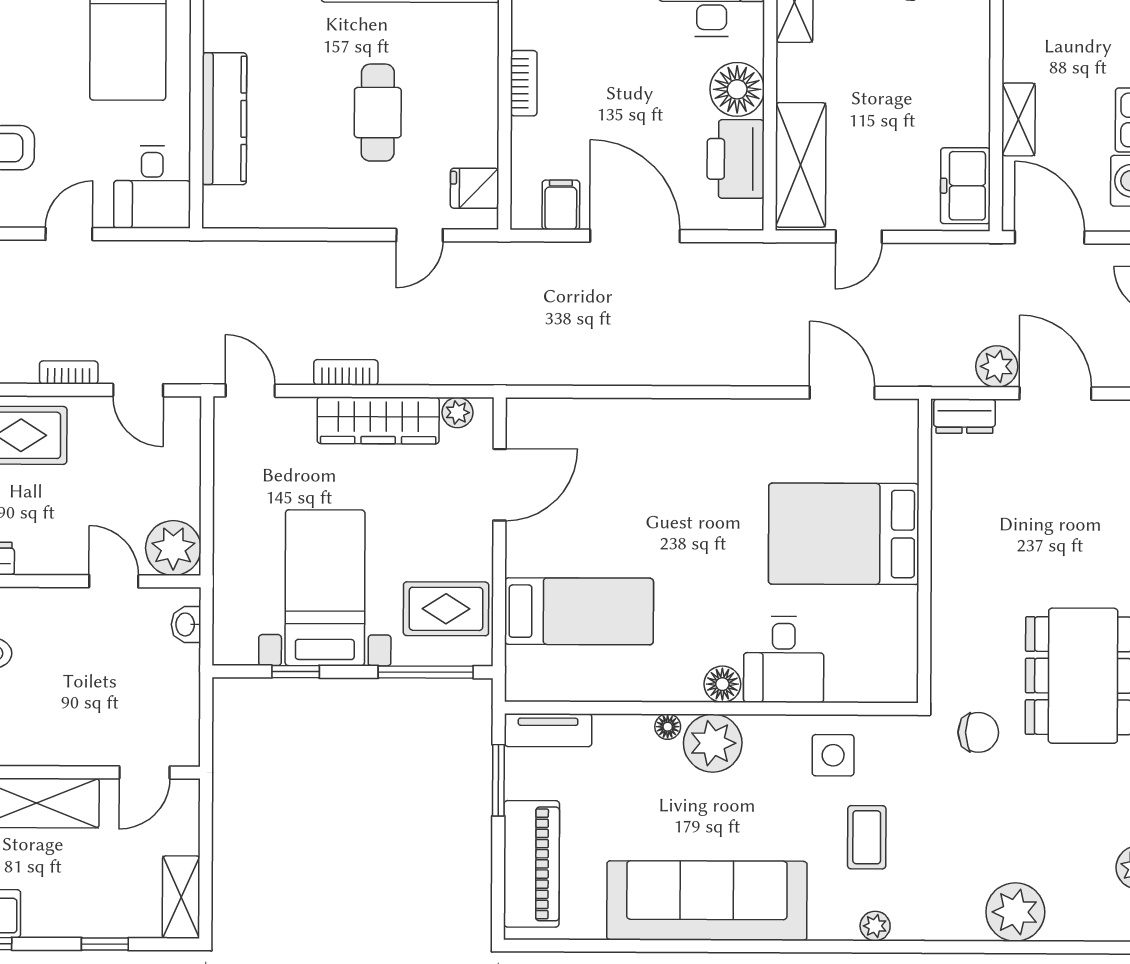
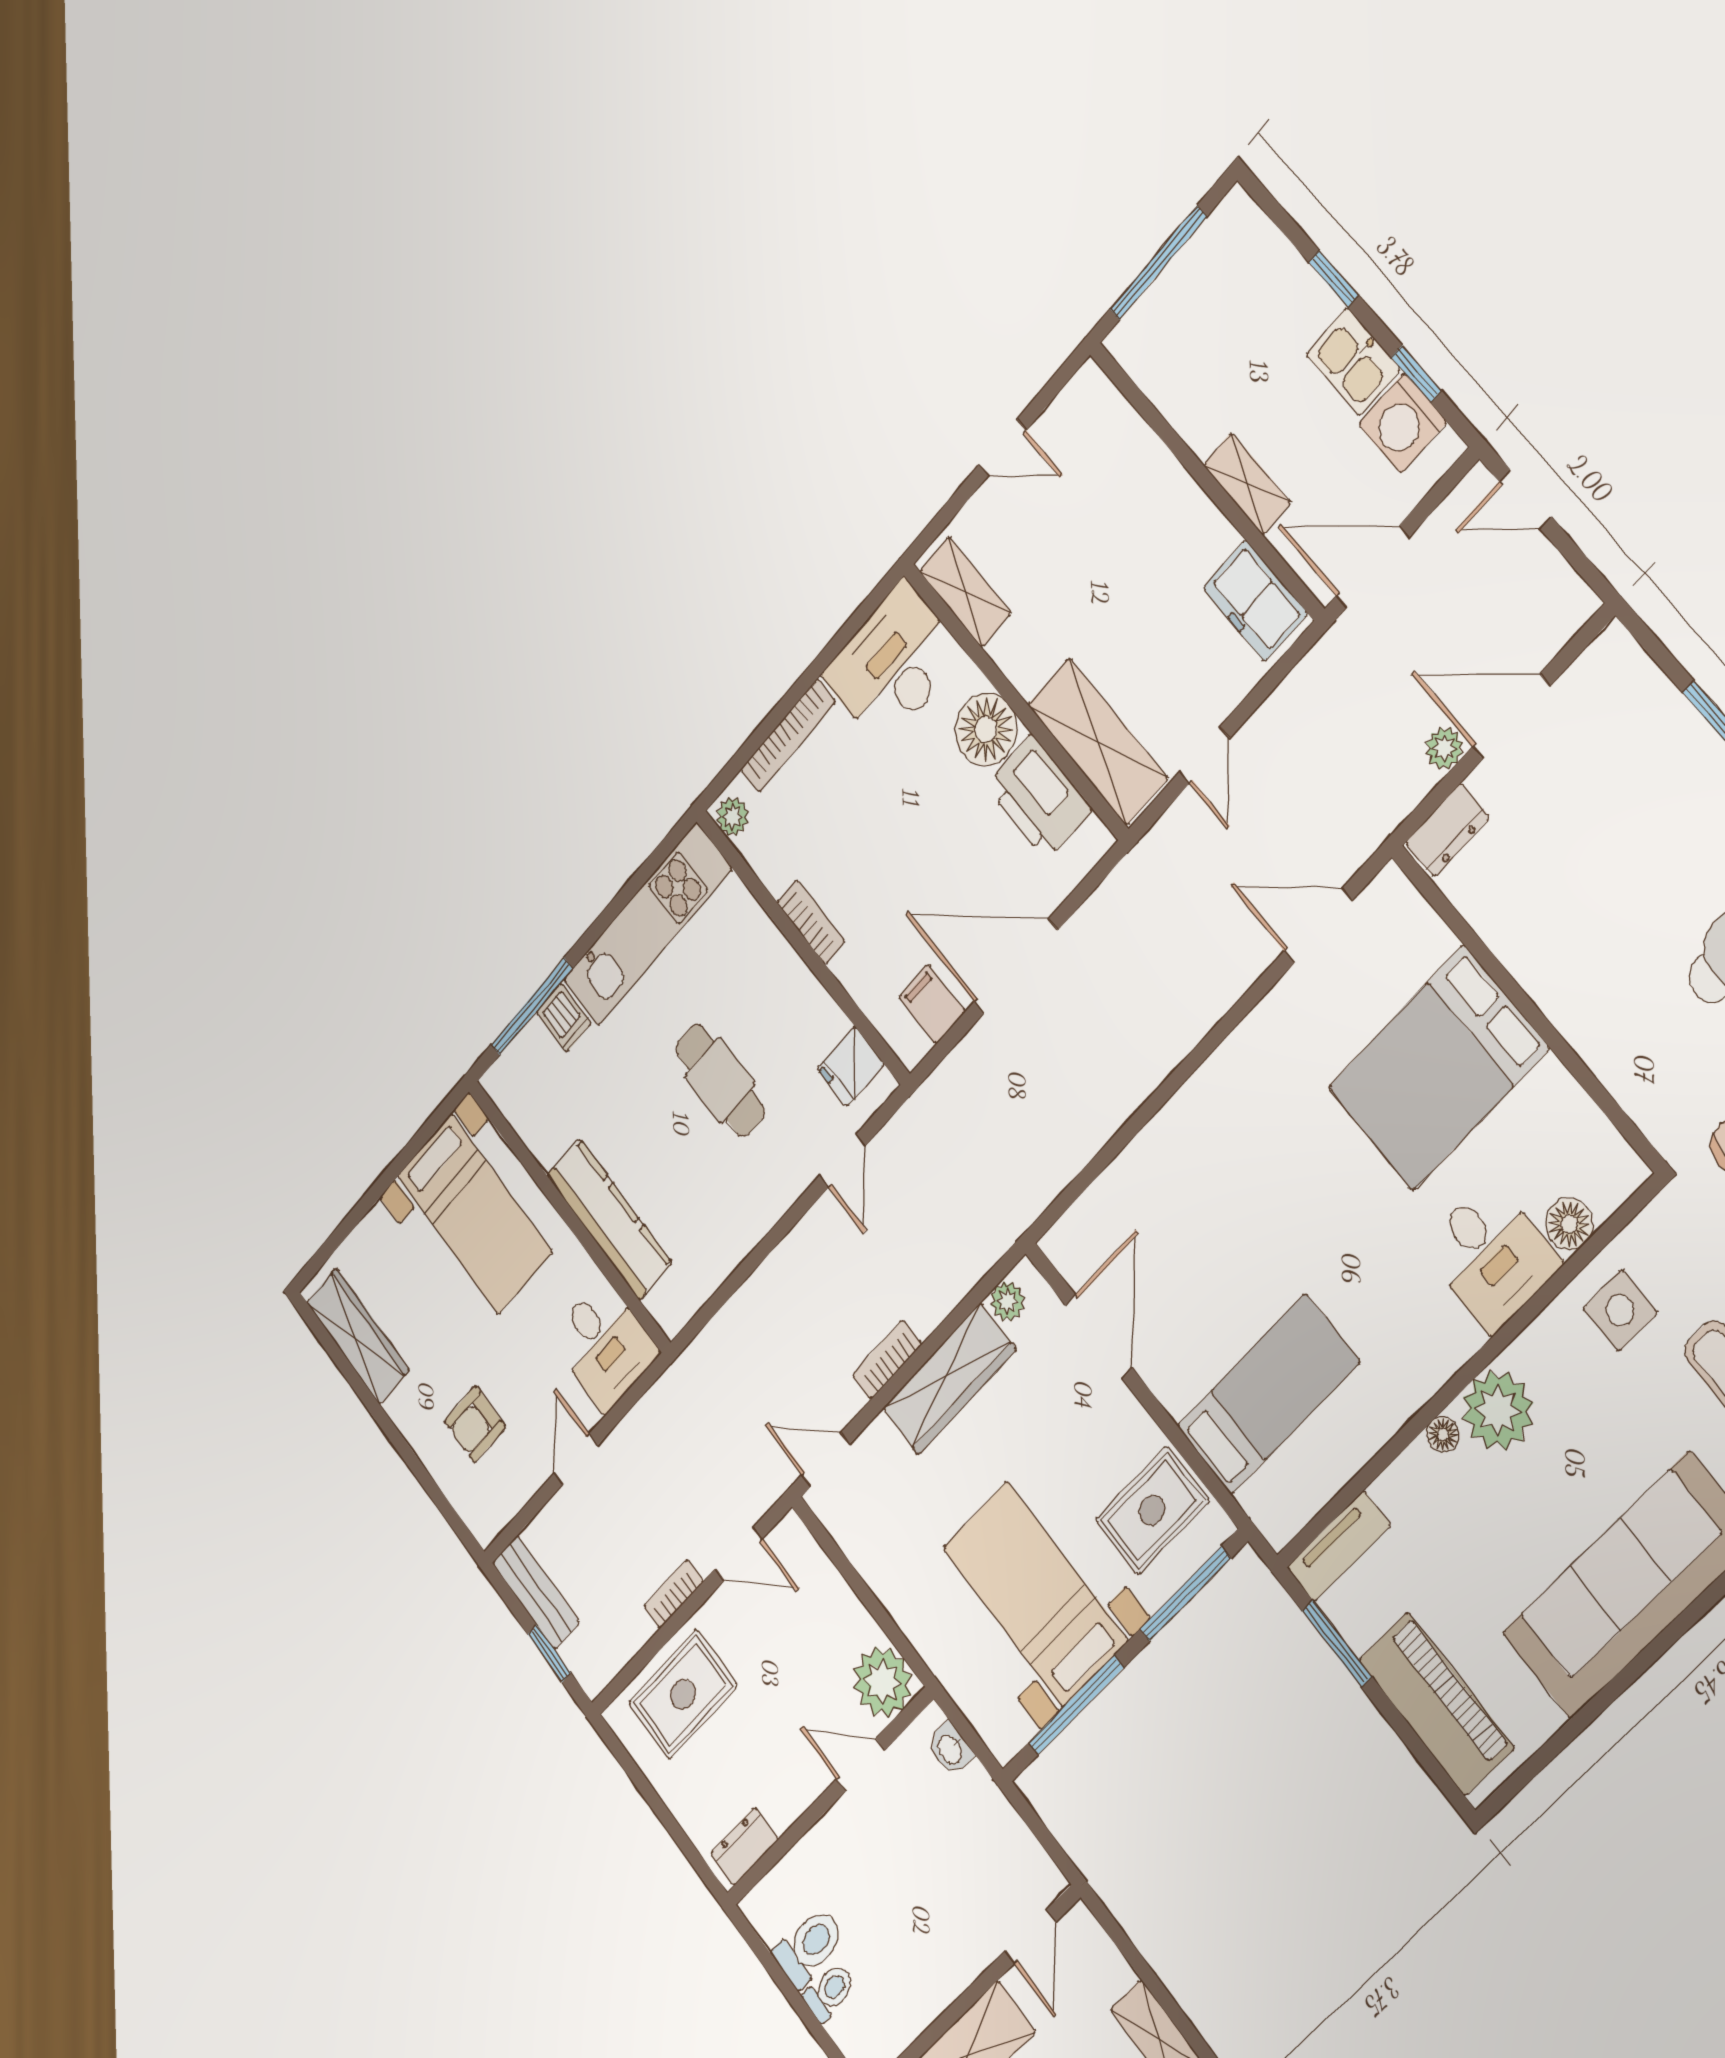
plant: (997, 366) -> (1444, 748), width x0.73, depth x0.73
window: (296, 672) -> (1076, 1705), width x2.17
floor lamp: (722, 684) -> (1569, 1224), moved

